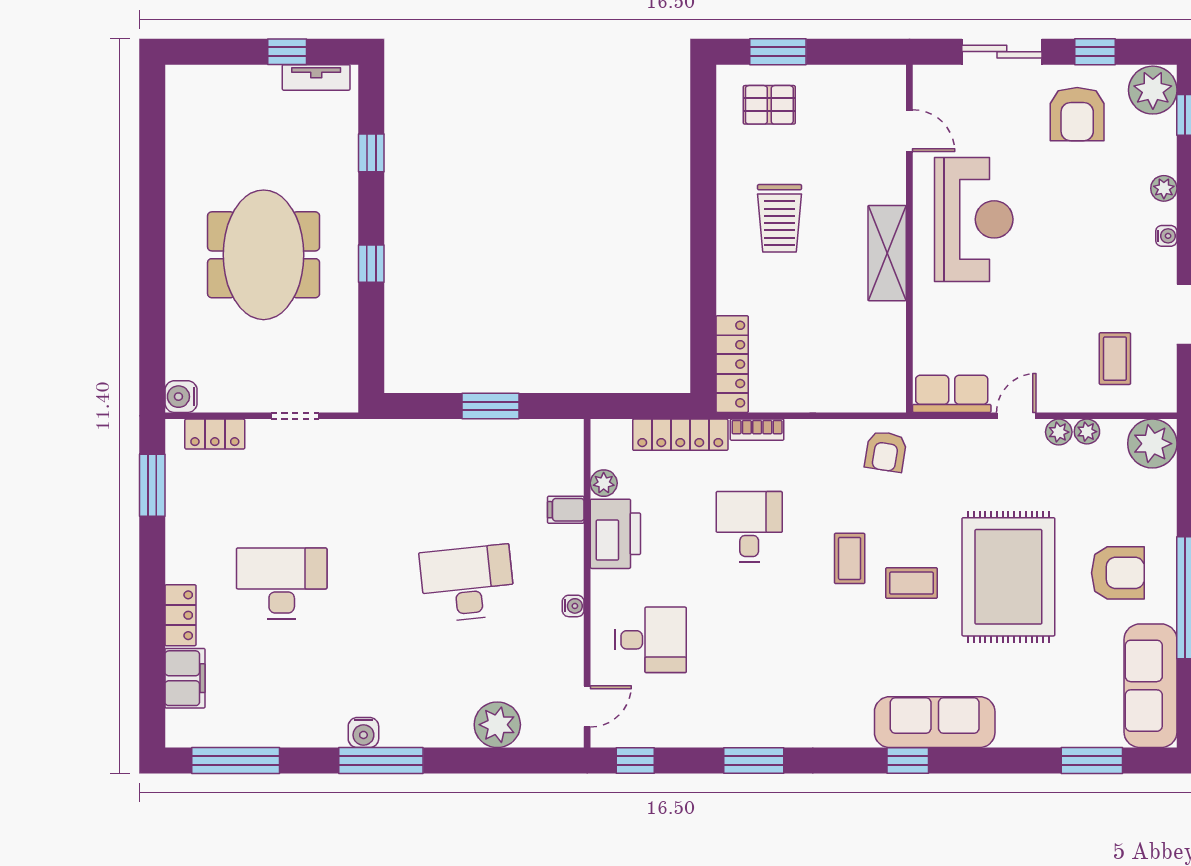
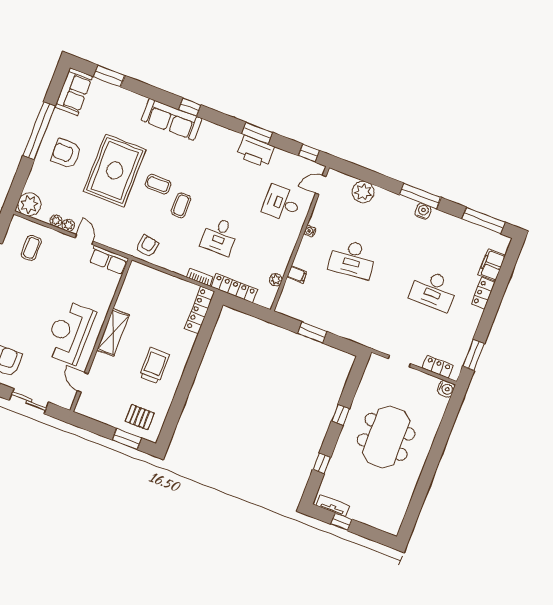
door: (1016, 416) -> (84, 240), swing flipped
printer: (615, 534) -> (255, 151), moved, turned -90
sofa: (1151, 686) -> (74, 92), width x0.73

